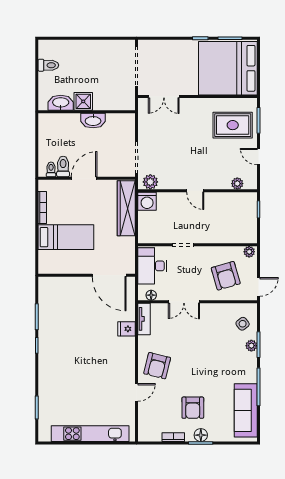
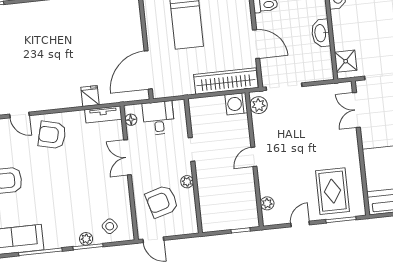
shower: (83, 101) -> (346, 61), moved
door: (84, 178) -> (256, 44), moved
plant: (249, 252) -> (187, 182), moved
desk: (152, 266) -> (159, 118), width x0.73

